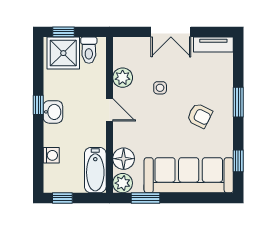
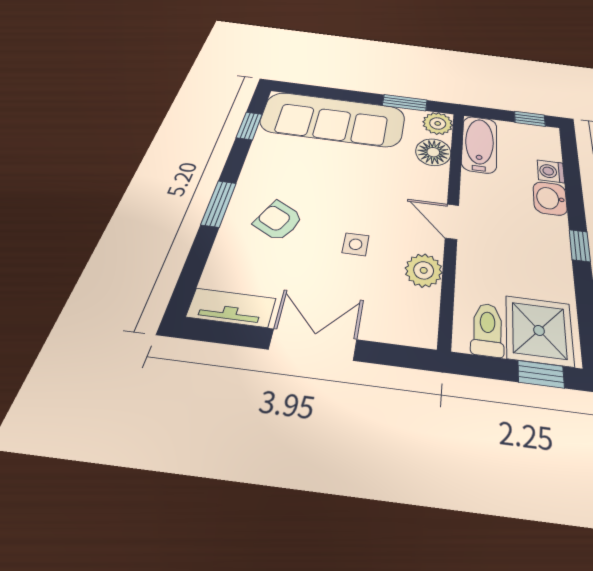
washbasin: (53, 112) -> (550, 198), moved
armchair: (200, 116) -> (278, 221), moved

